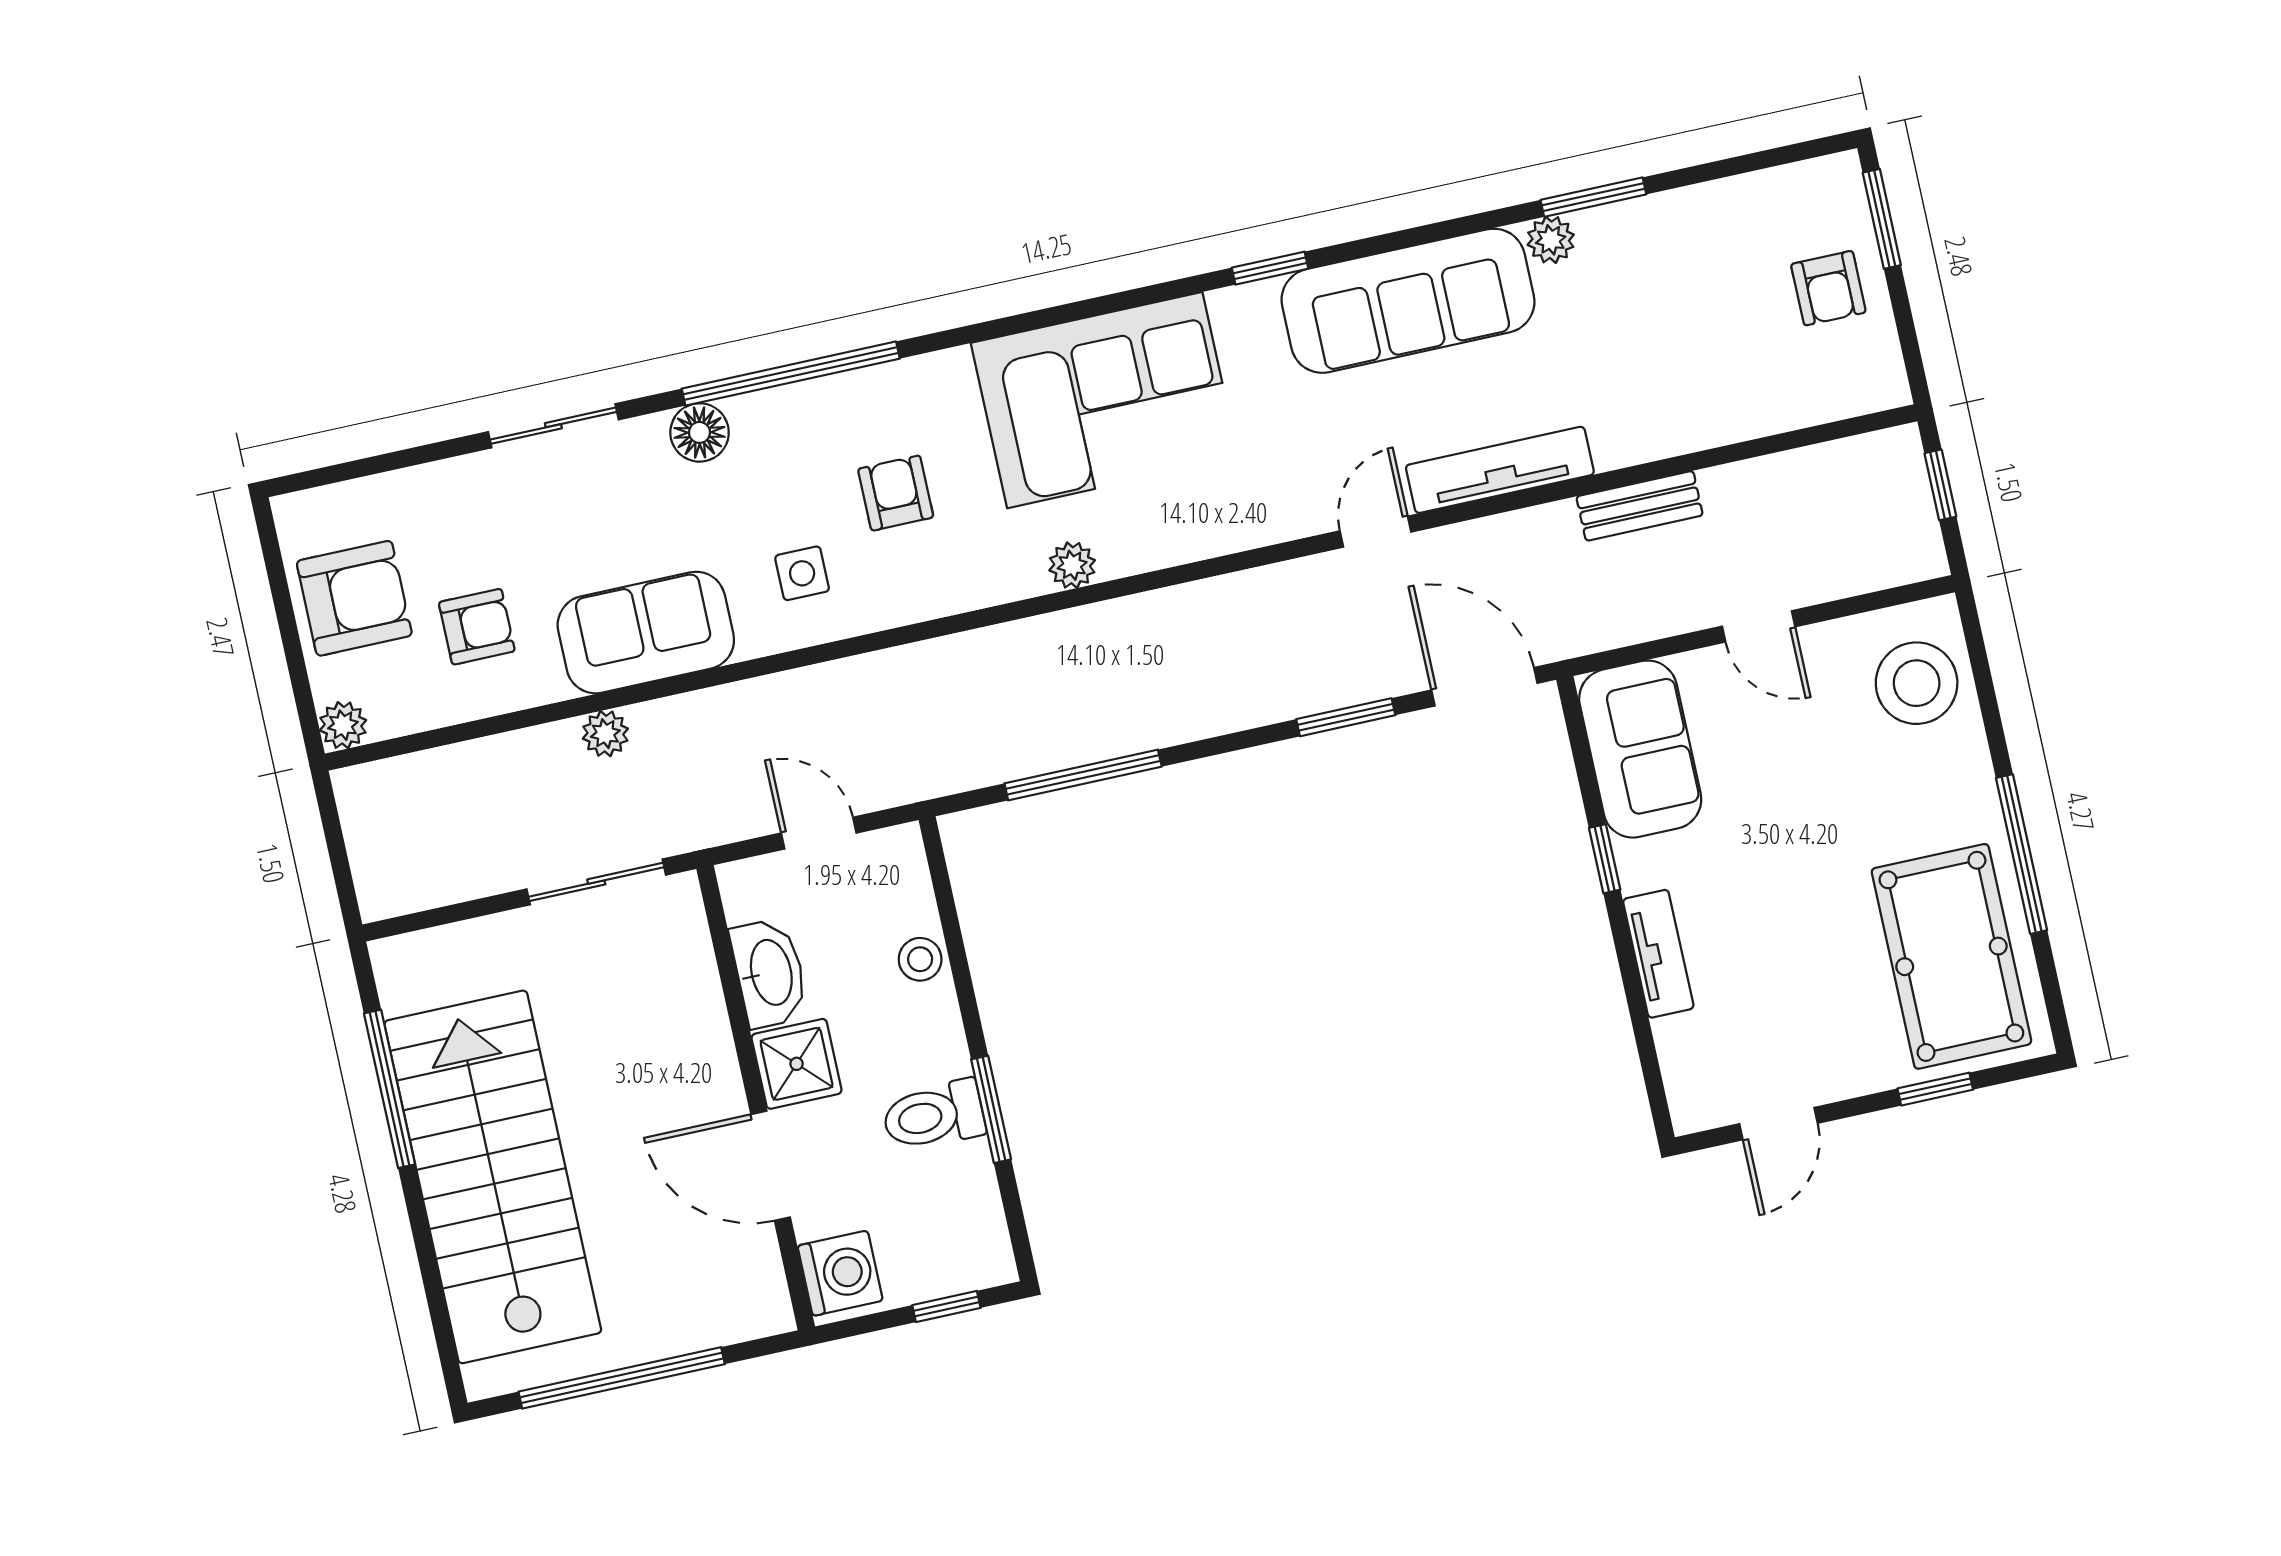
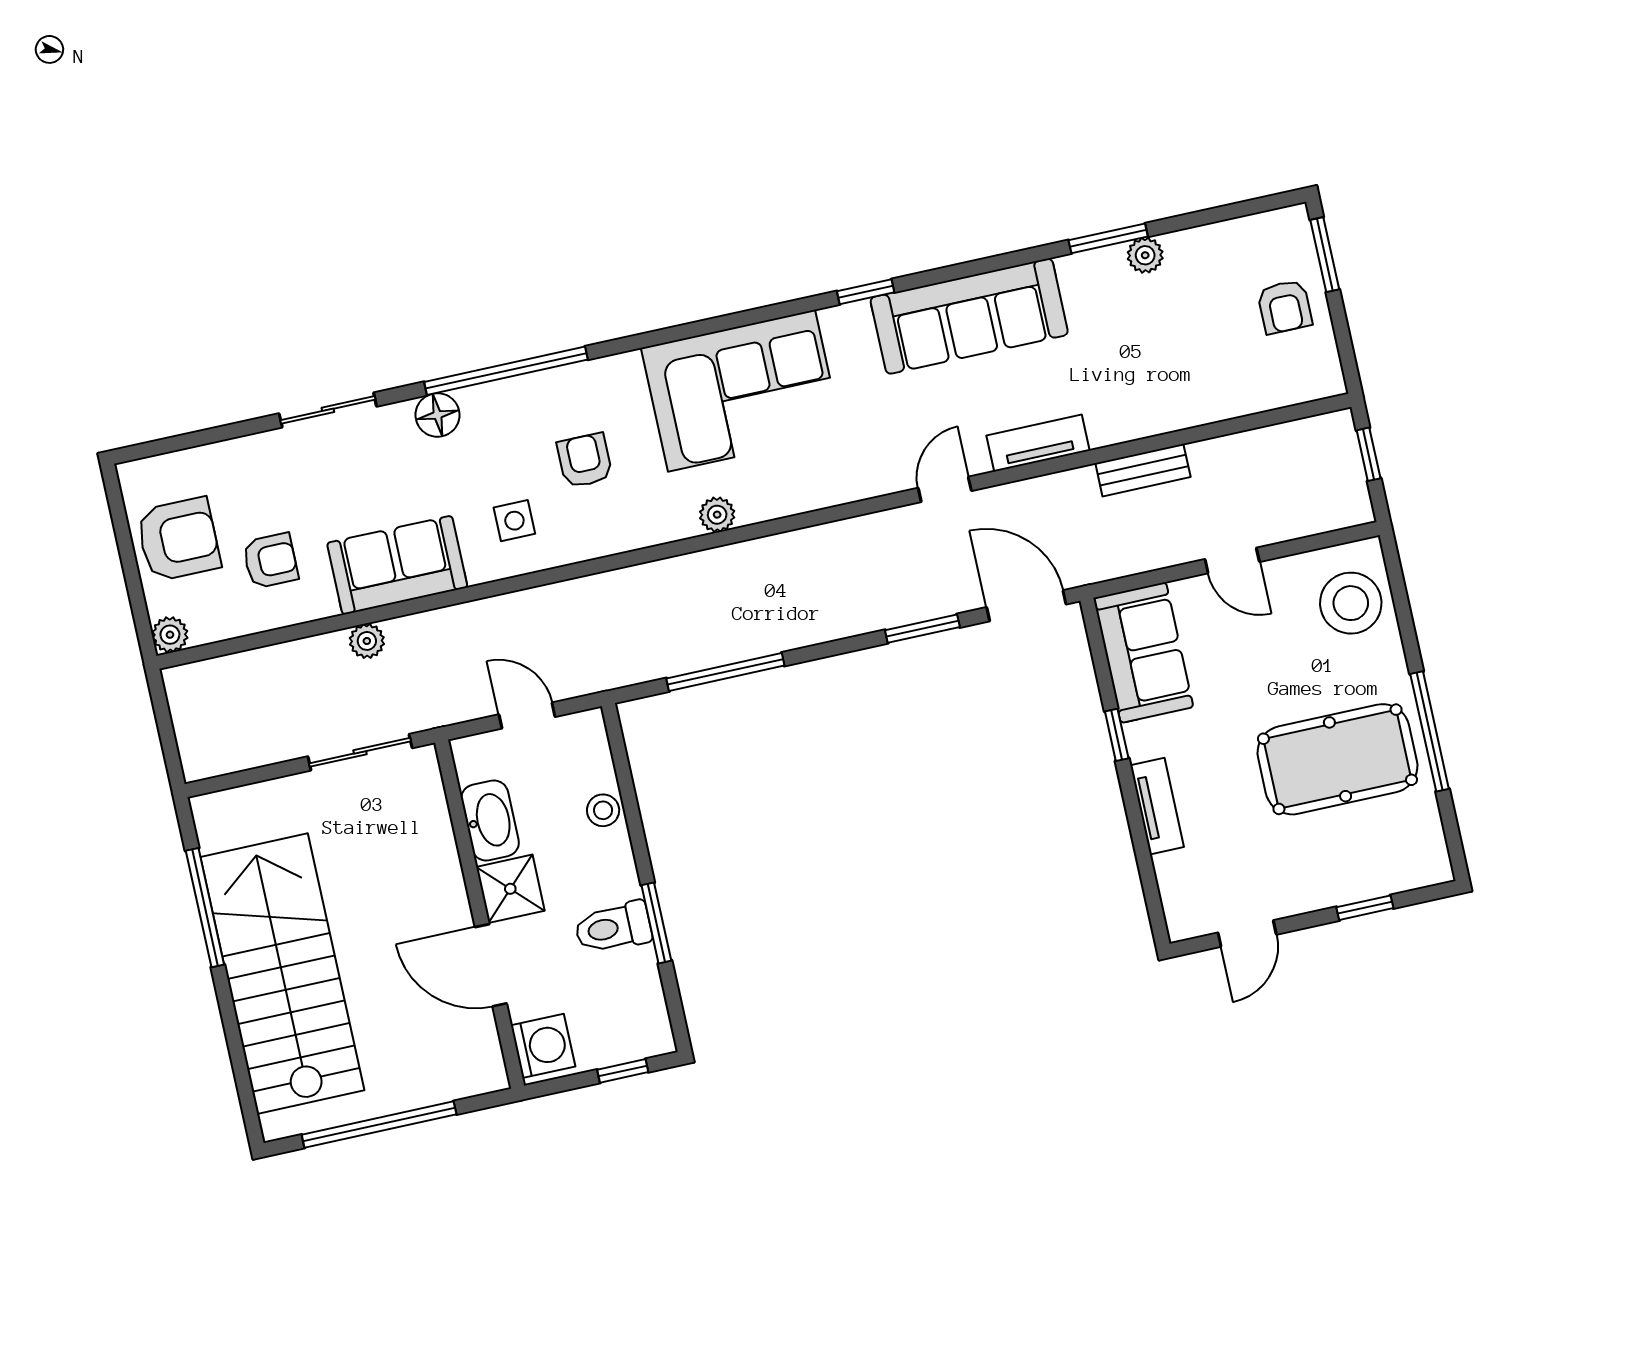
plant: (1551, 240) -> (1145, 255), moved
tv unit: (1500, 470) -> (1038, 443), width x0.71
pool table: (1951, 956) -> (1337, 759), moved, turned 90

